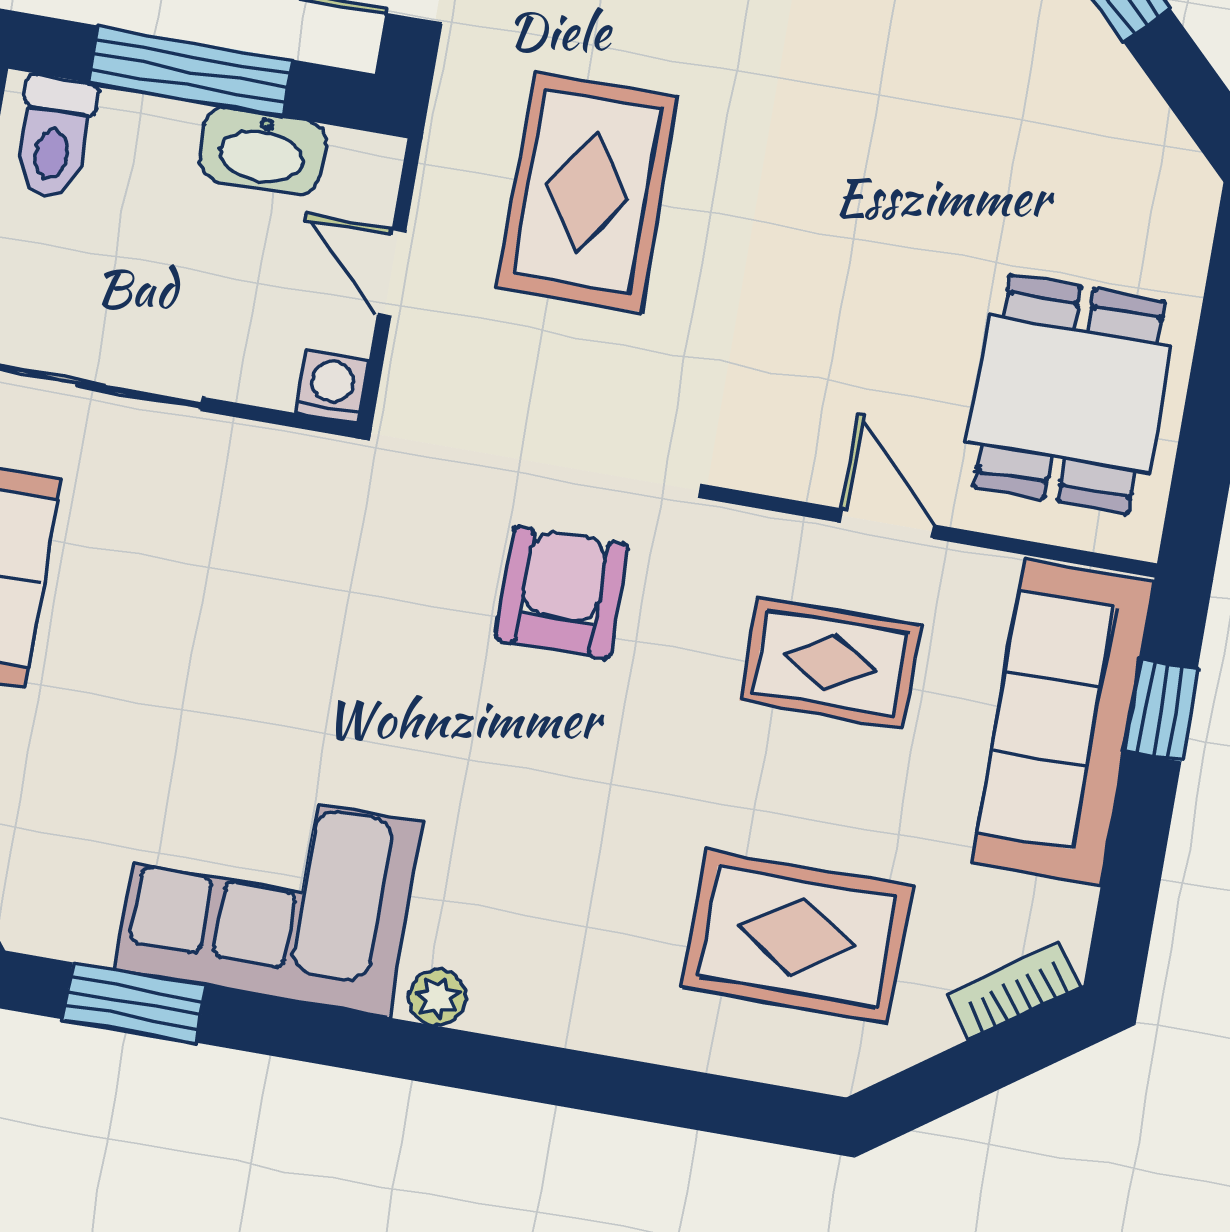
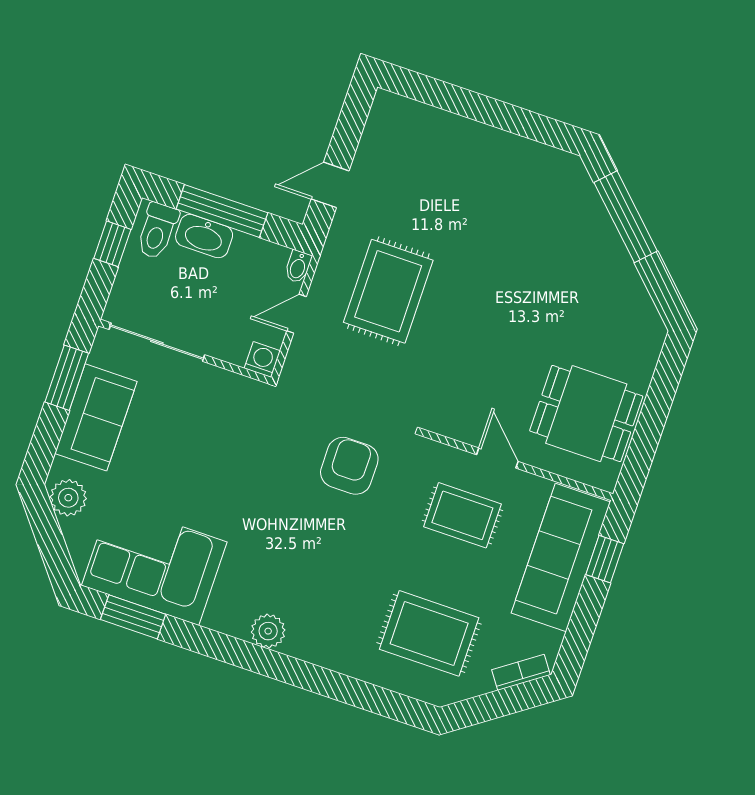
washbasin: (262, 151) -> (204, 236), moved
bidet: (379, 168) -> (298, 267), added
door: (392, 273) -> (296, 314), hinge flipped
dining table: (1069, 394) -> (586, 414), turned 90
corner sofa: (269, 896) -> (154, 564), moved
plant: (437, 998) -> (268, 631), width x1.38, depth x1.38

